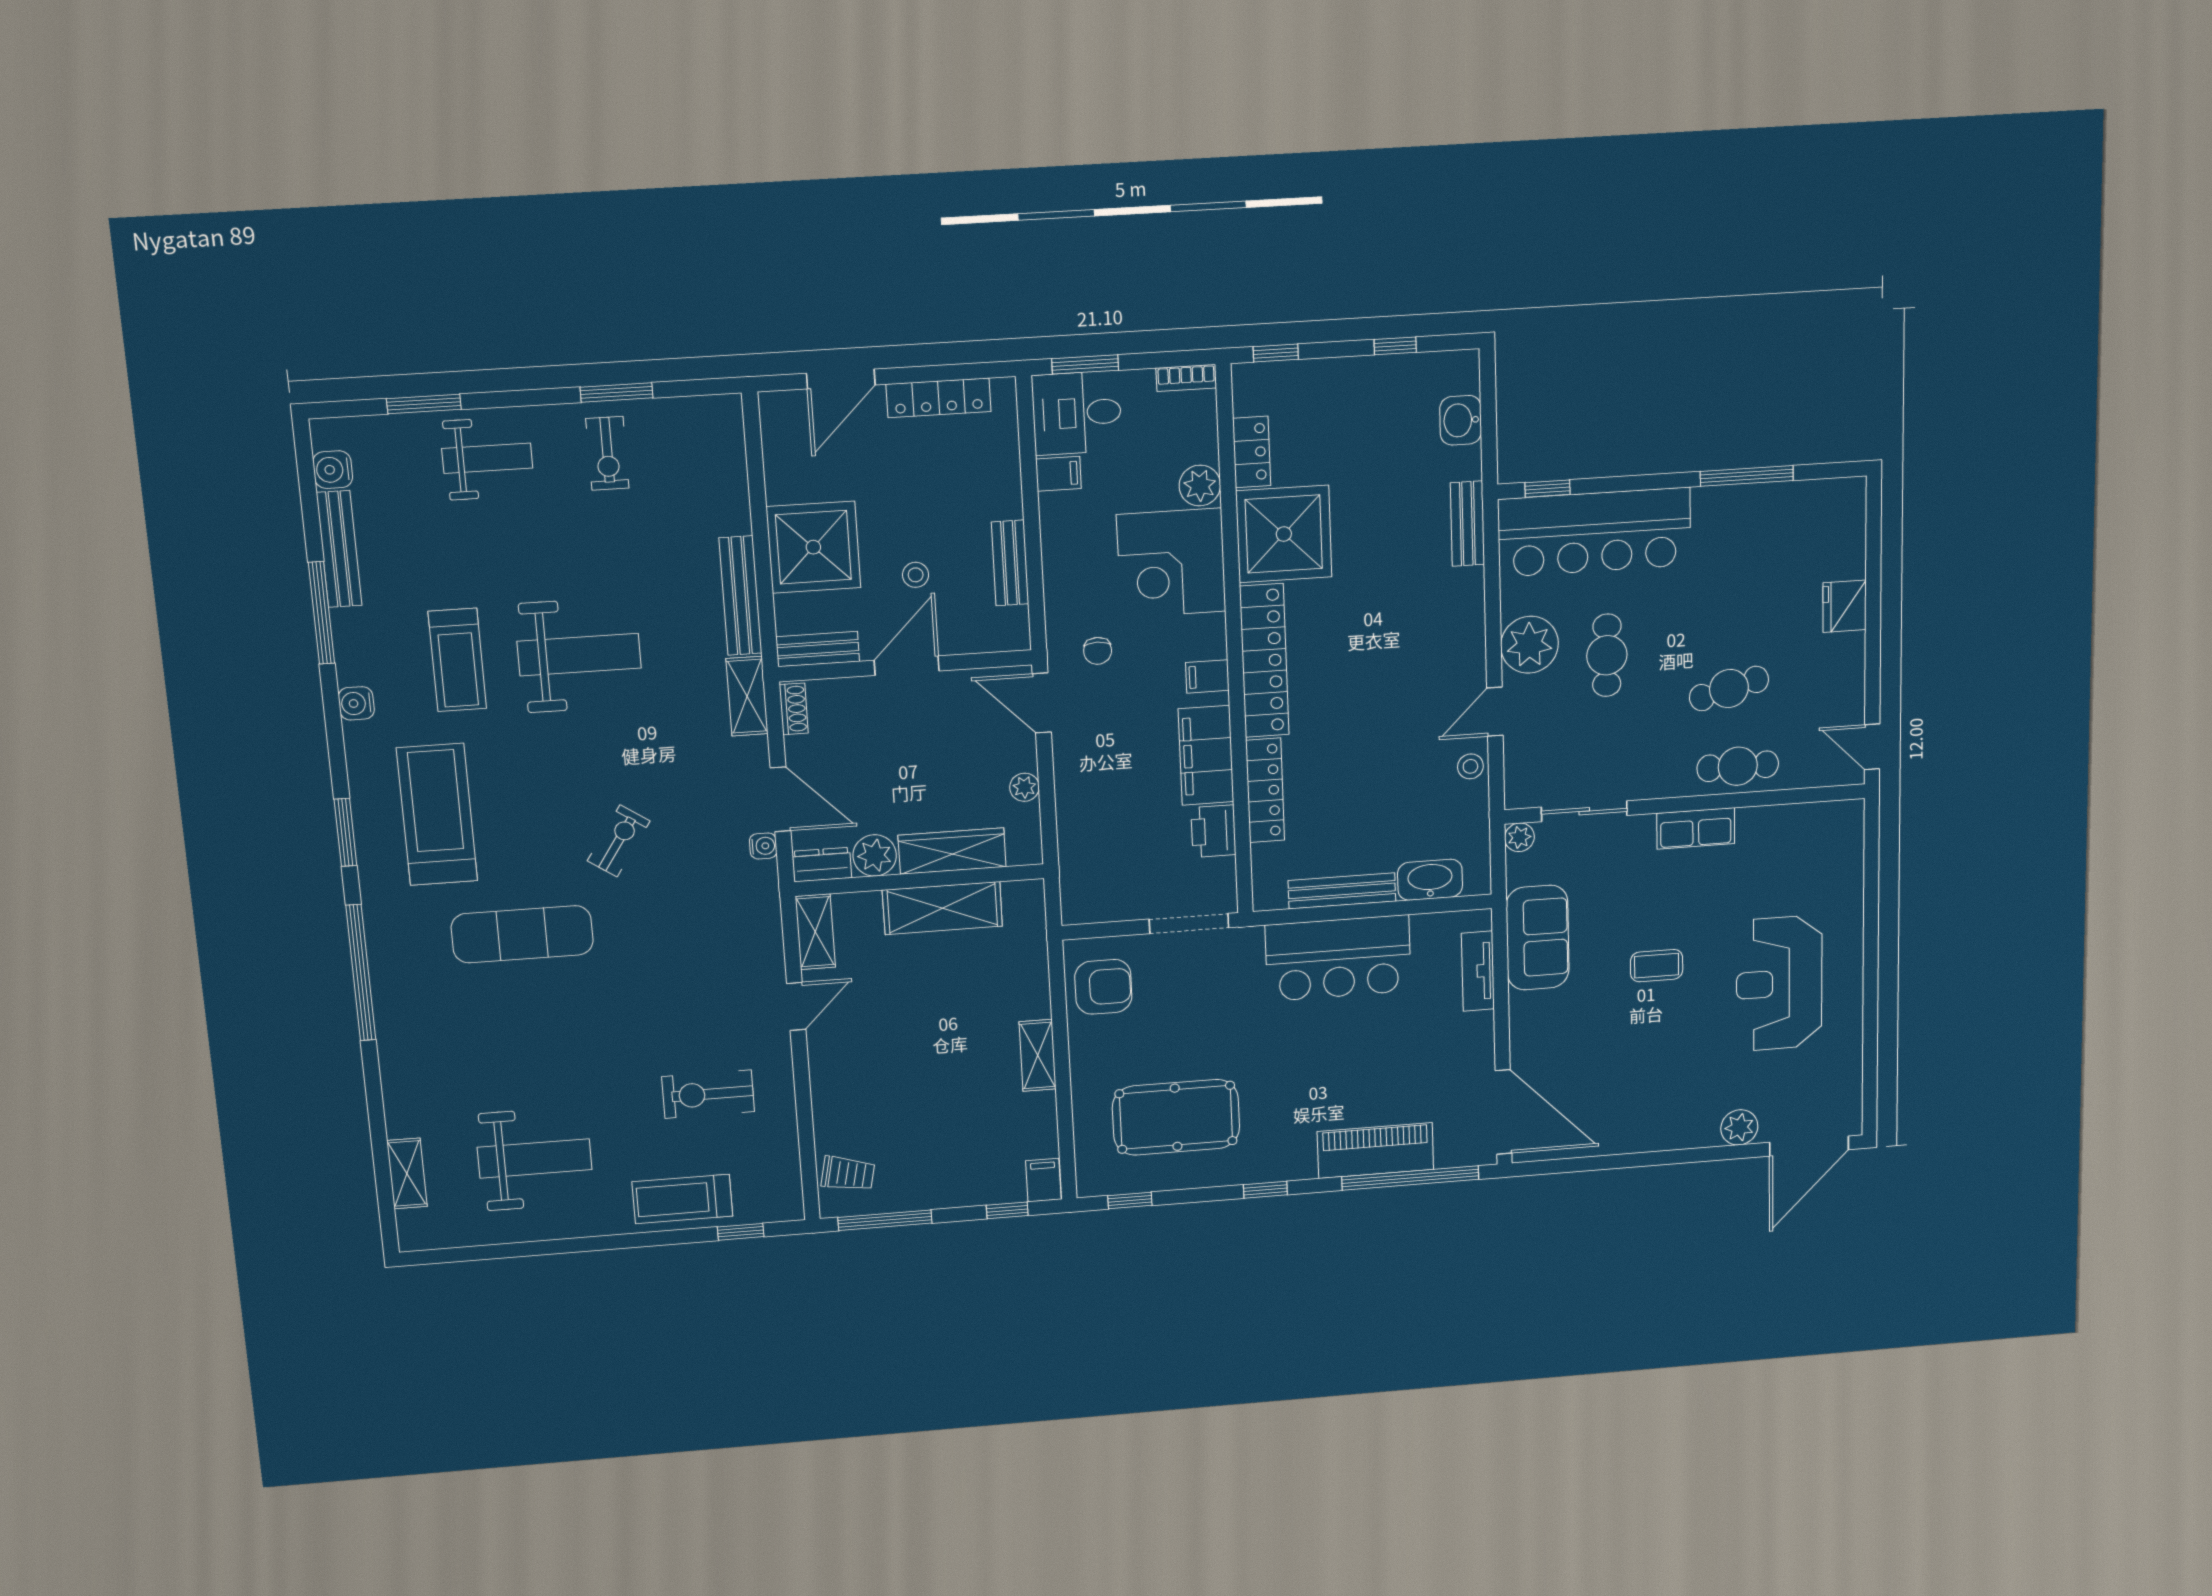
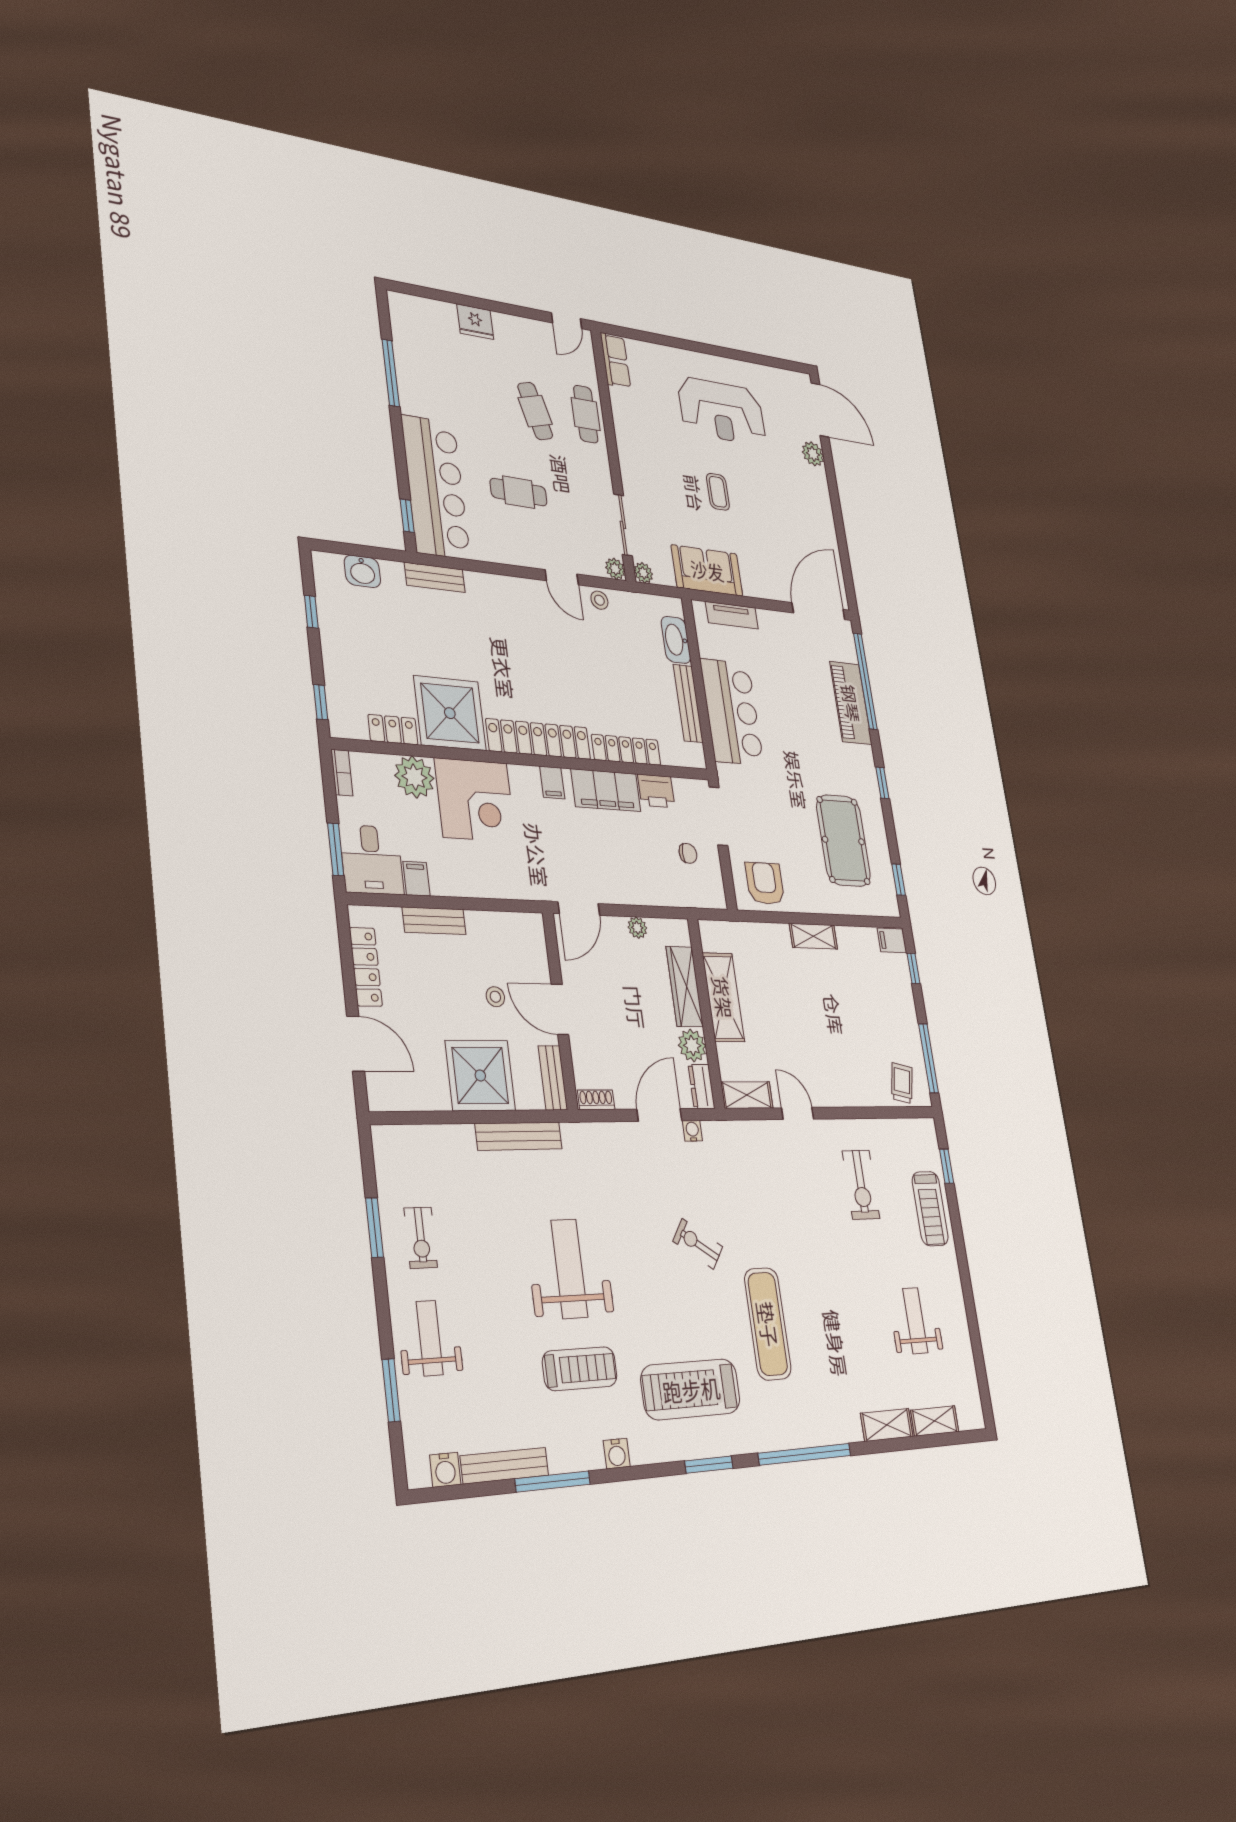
exercise bike: (607, 453) -> (421, 1238), turned 90
plant: (1200, 486) -> (414, 777), width x1.36, depth x1.36
bench: (1010, 563) -> (434, 921), moved
plant: (1529, 645) -> (615, 569), moved, width x0.53, depth x0.53
chair: (1098, 651) -> (688, 853), moved
shelving: (747, 696) -> (887, 1425), moved
row of seats: (1696, 828) -> (615, 360), moved
weight bench: (535, 1158) -> (915, 1321), width x0.73, depth x0.75

